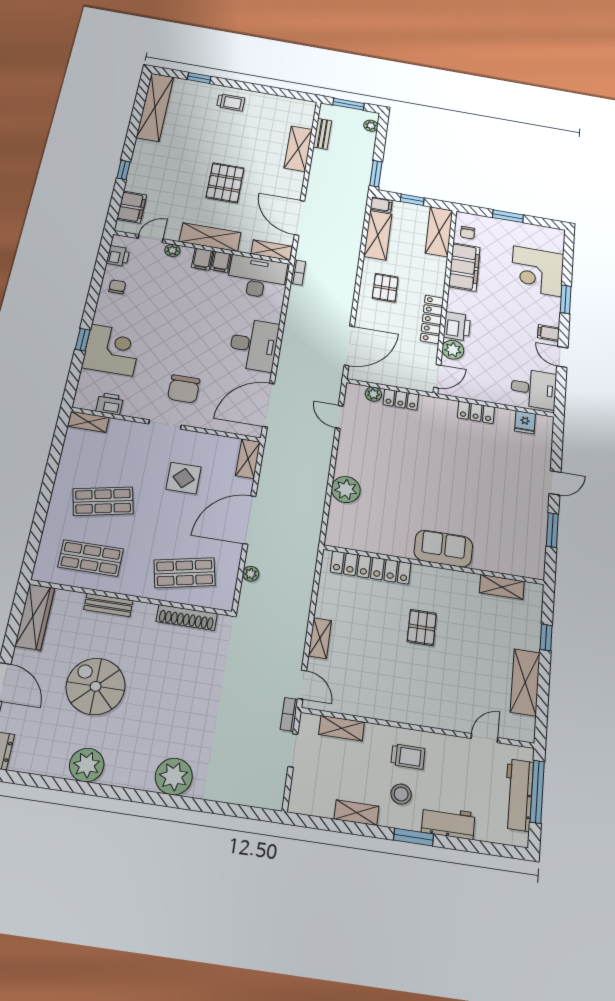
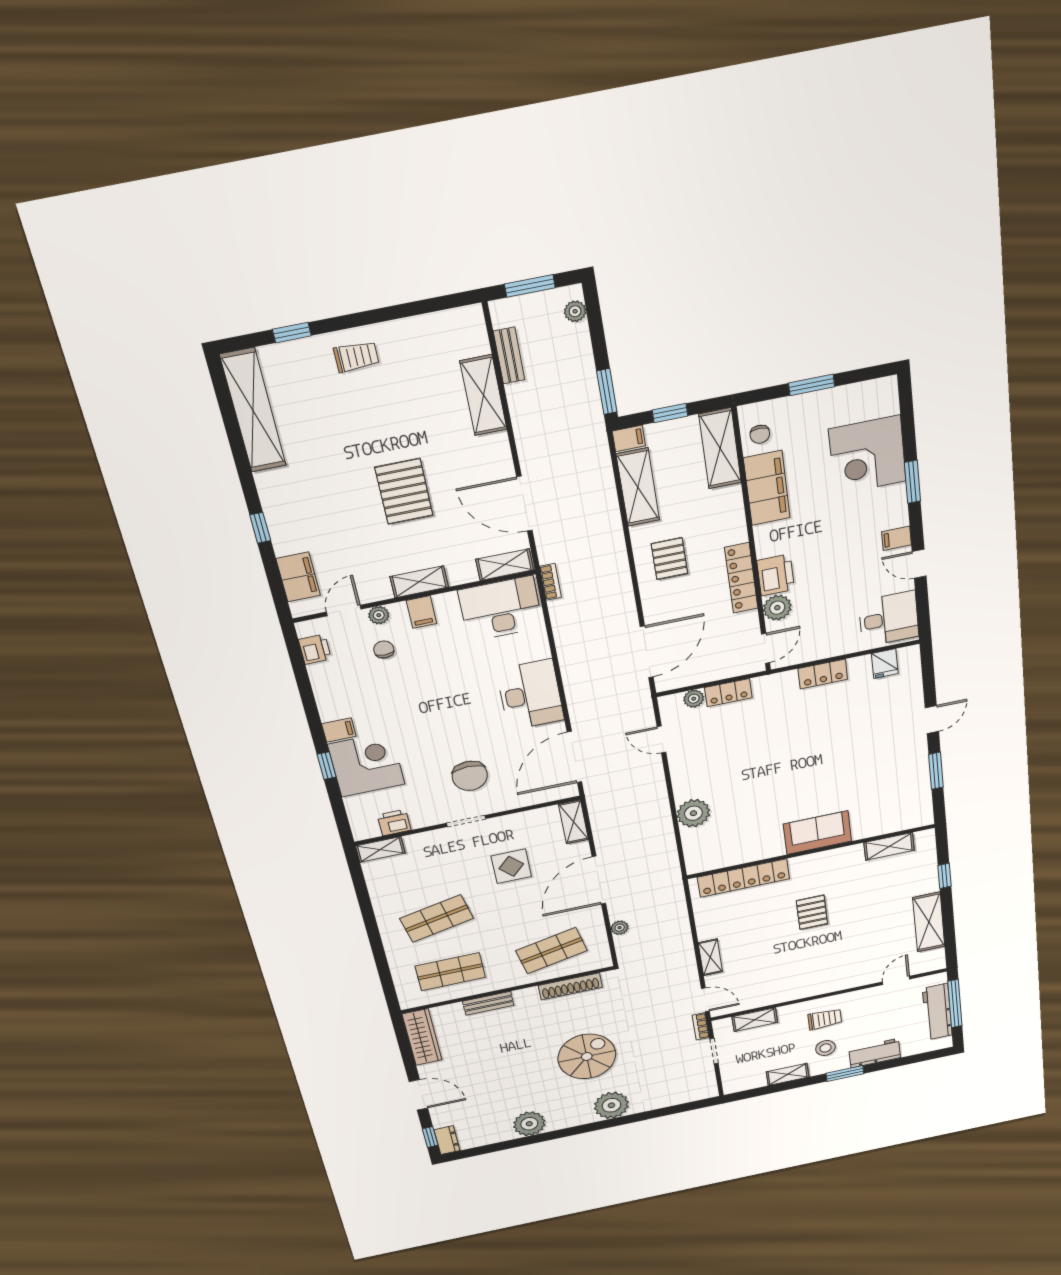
shelving: (210, 237) -> (419, 582), width x0.67, depth x0.75
filing cabinet: (221, 262) -> (339, 730), moved, turned -90
chair: (117, 287) -> (384, 649), moved
spiral stairs: (96, 686) -> (587, 1057), moved, turned 90

